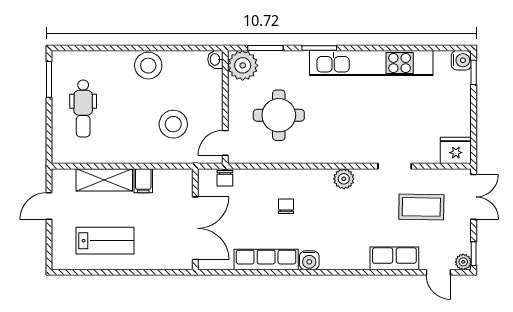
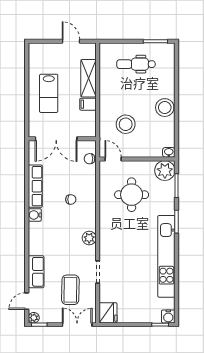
double door: (474, 197) -> (77, 325), swing flipped
lab bench: (105, 241) -> (49, 93), moved

